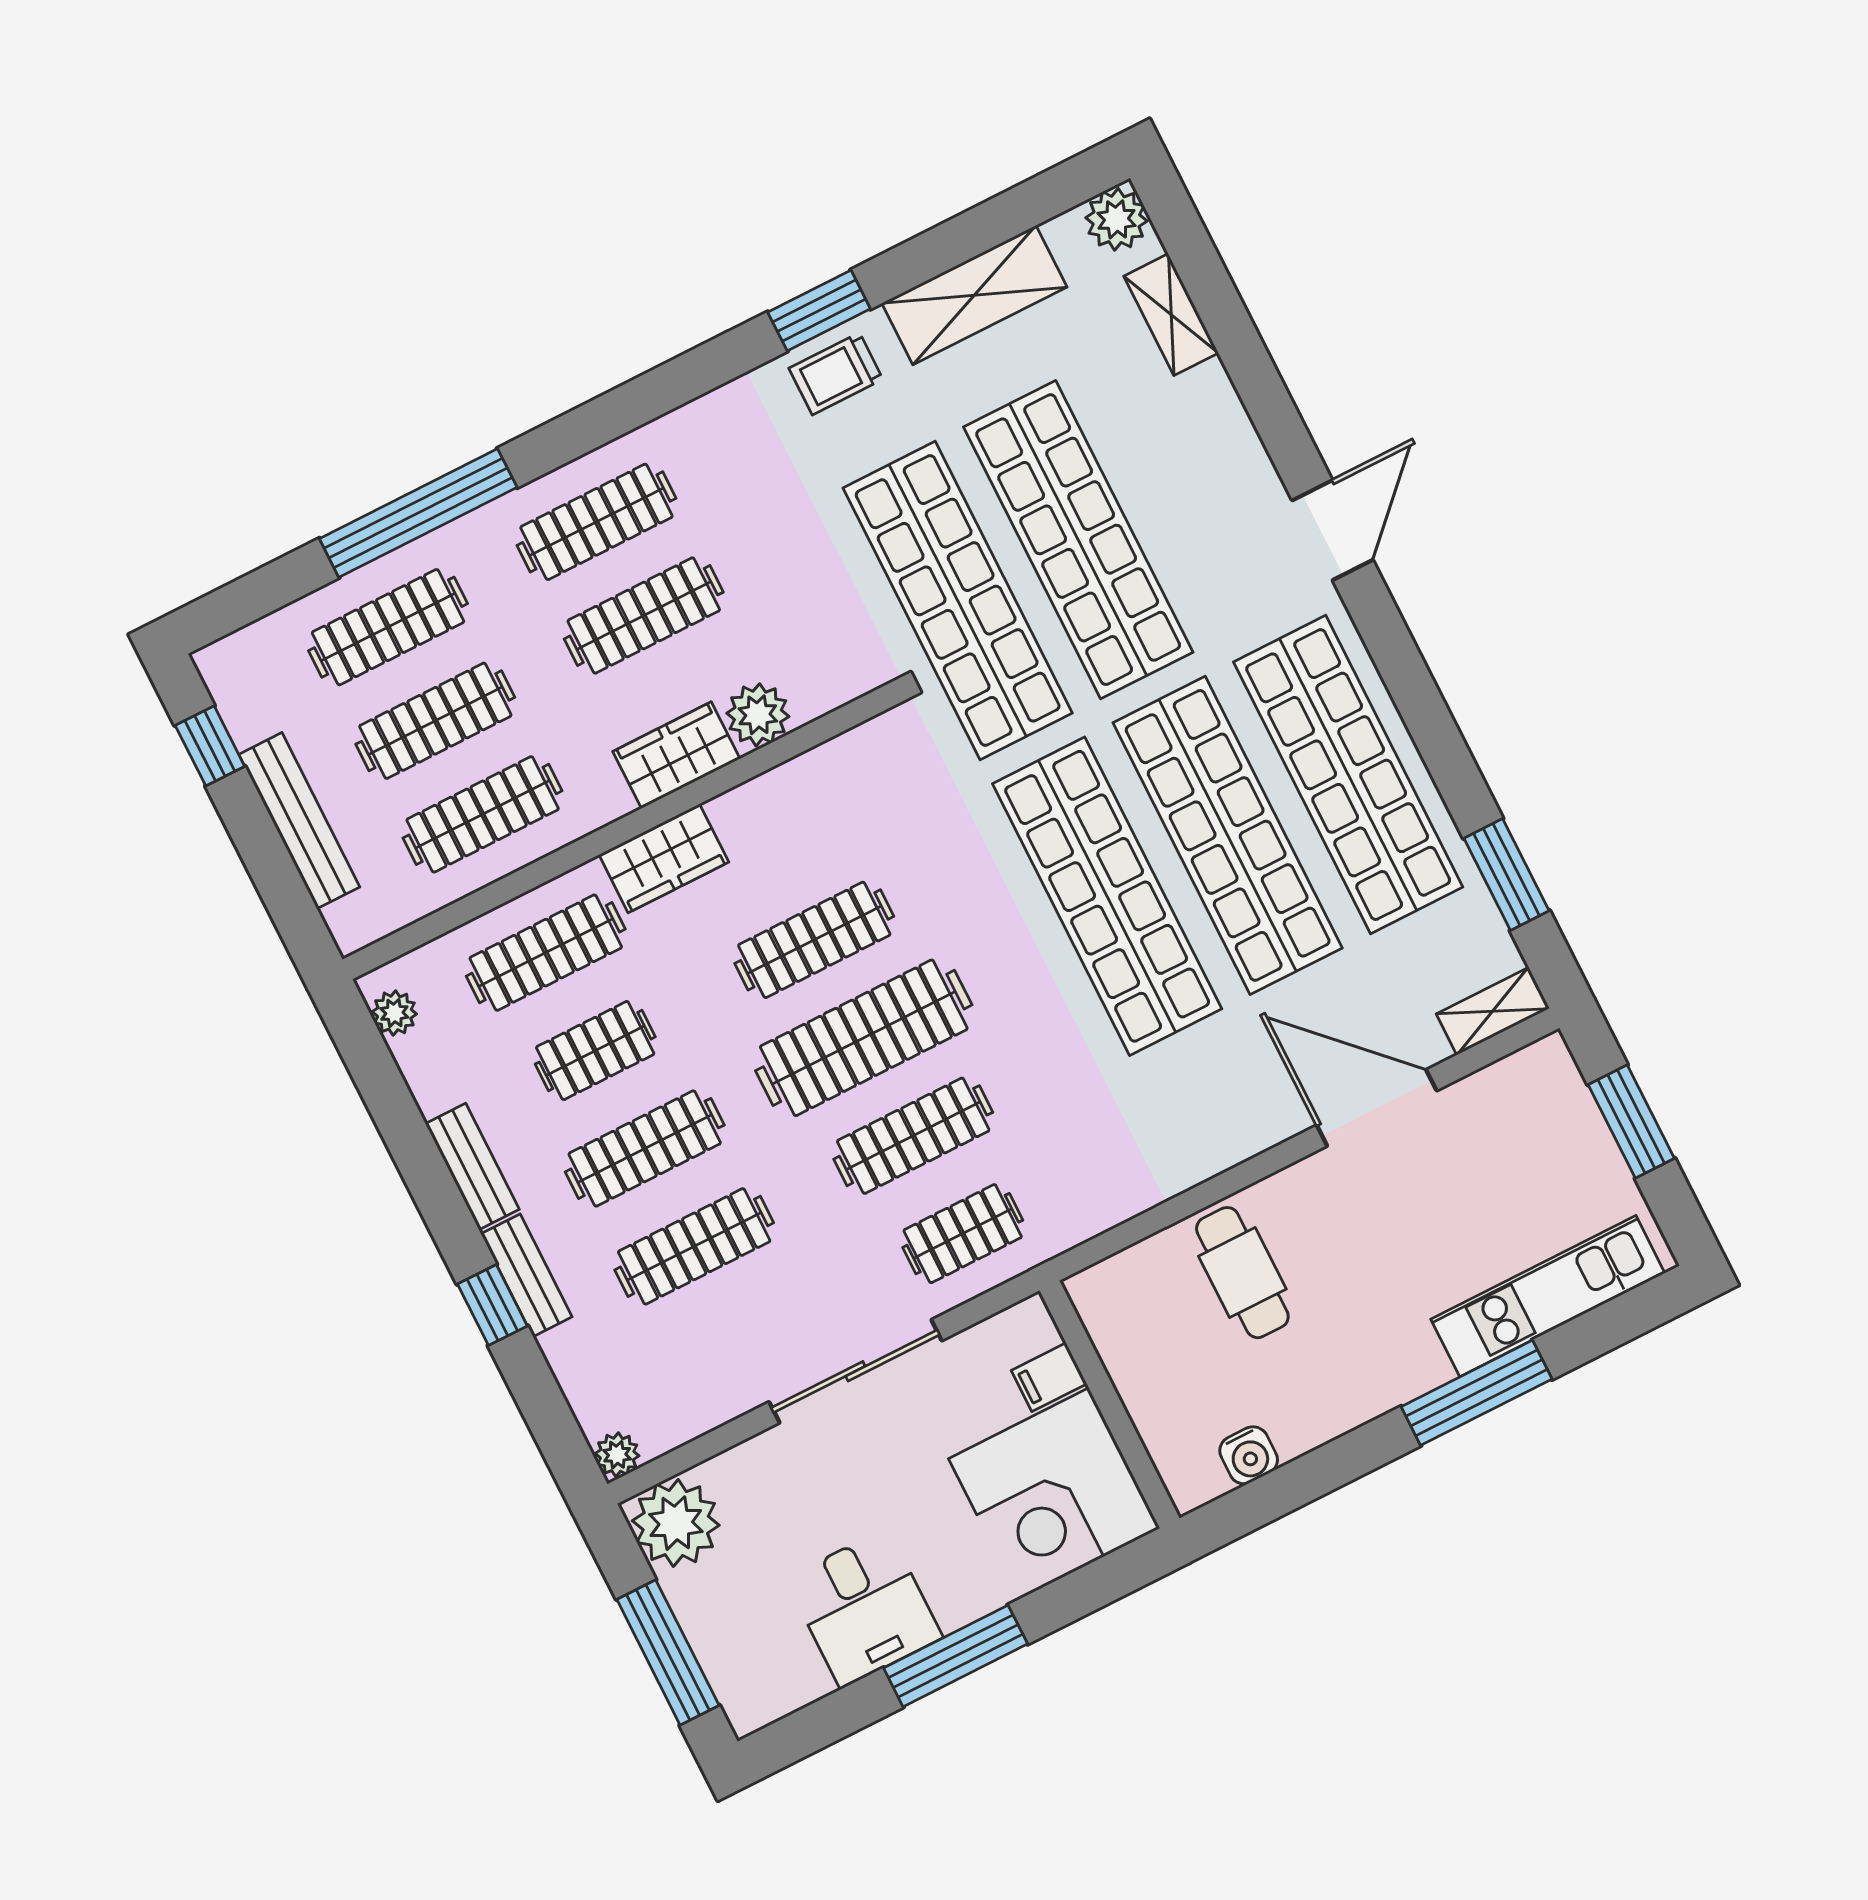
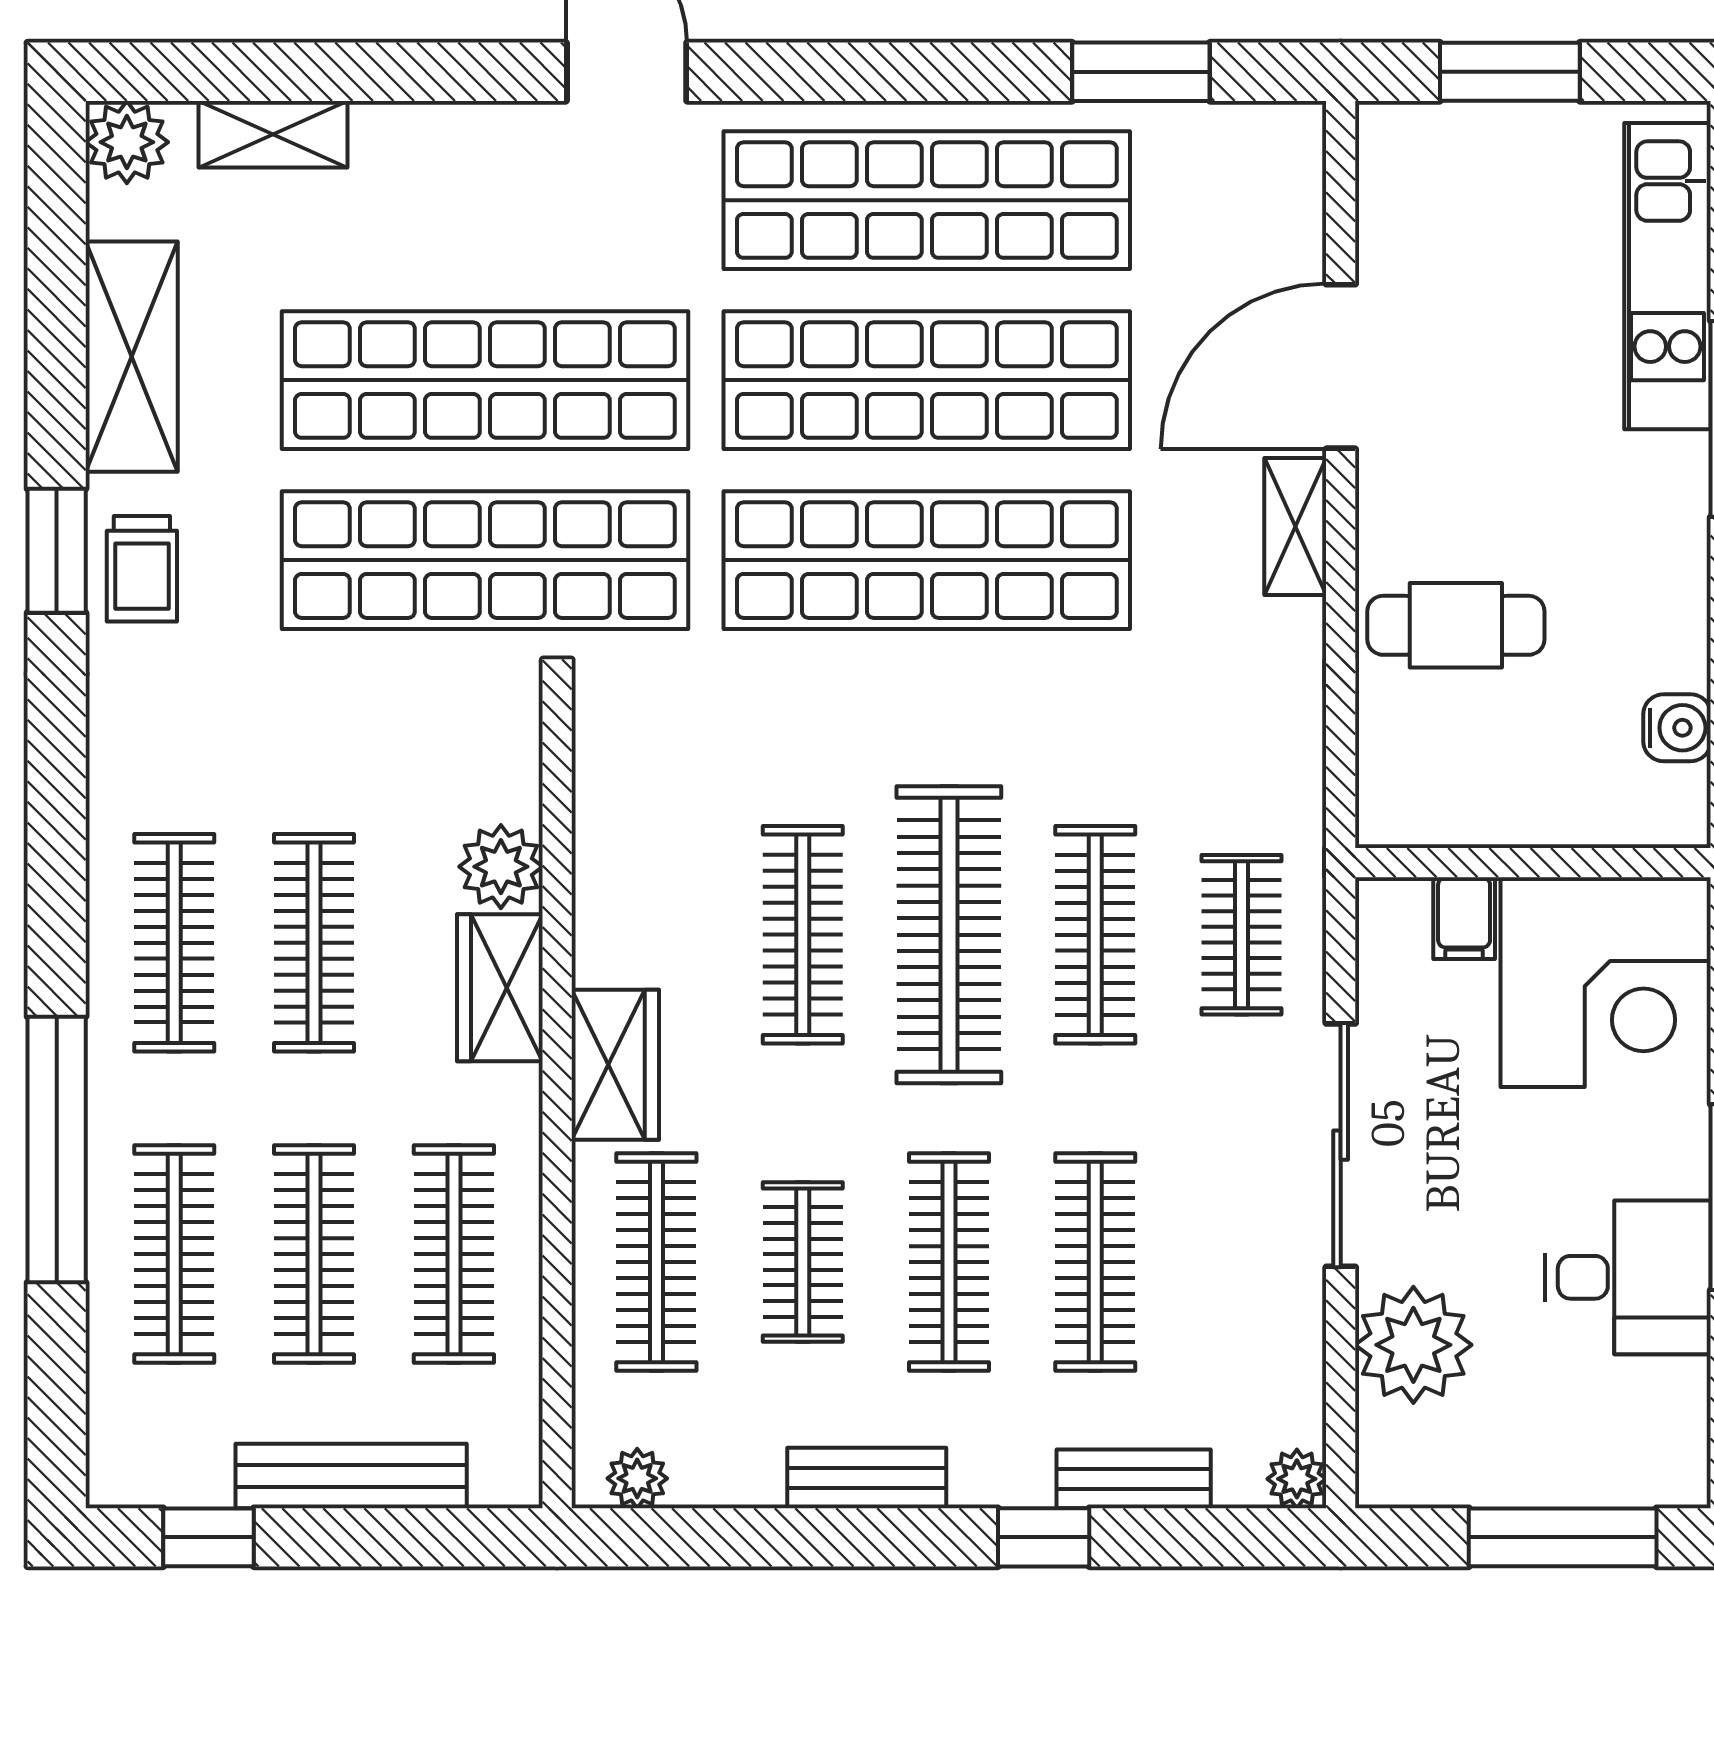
shelving: (1492, 1011) -> (1295, 527), moved
bench: (526, 1275) -> (1134, 1479), moved
plant: (676, 1523) -> (1413, 1345), moved

